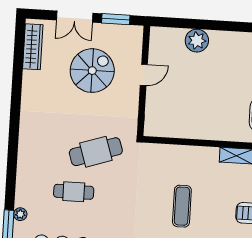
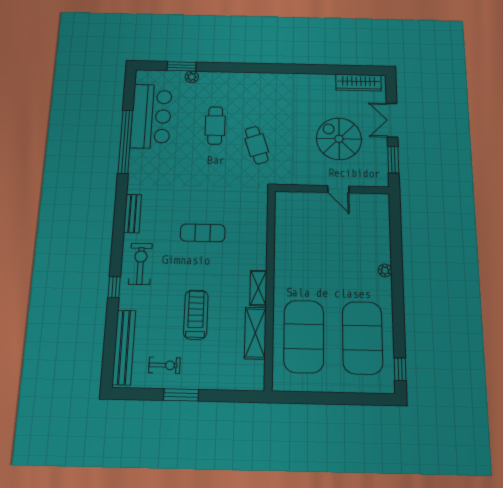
plant: (197, 41) -> (385, 270), moved, width x0.53, depth x0.53
spiral stairs: (92, 71) -> (339, 139), turned 180
cafe table: (96, 152) -> (257, 145), width x0.73, depth x0.74

